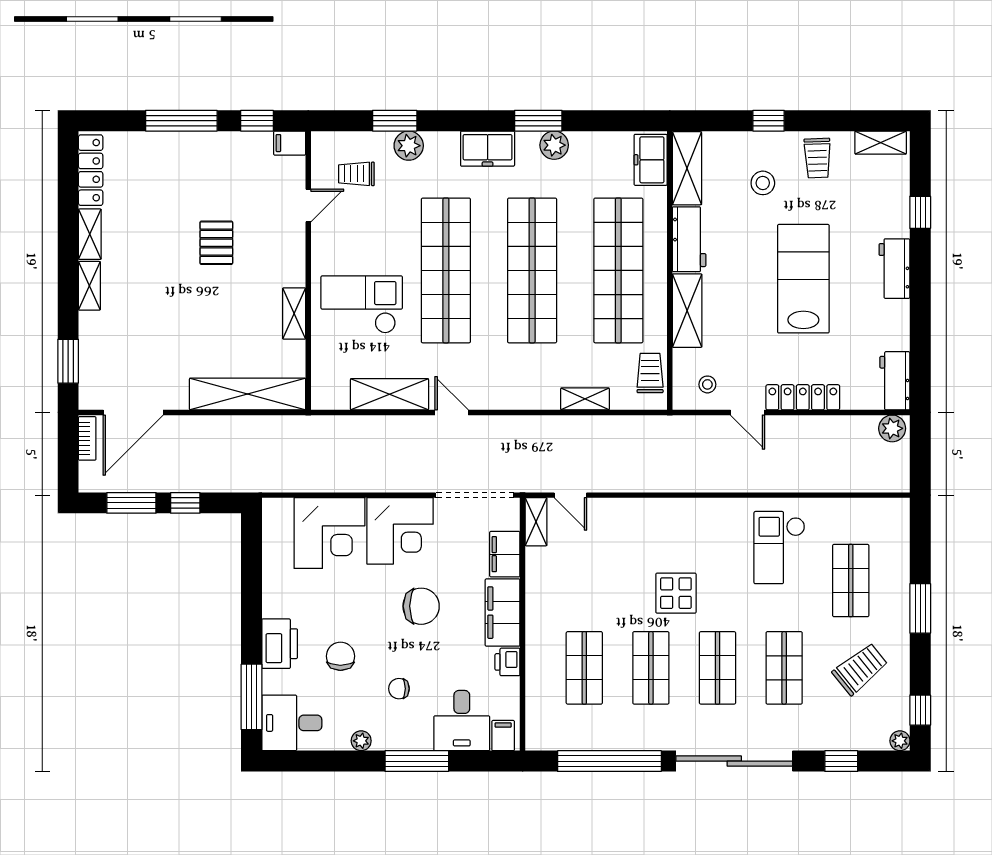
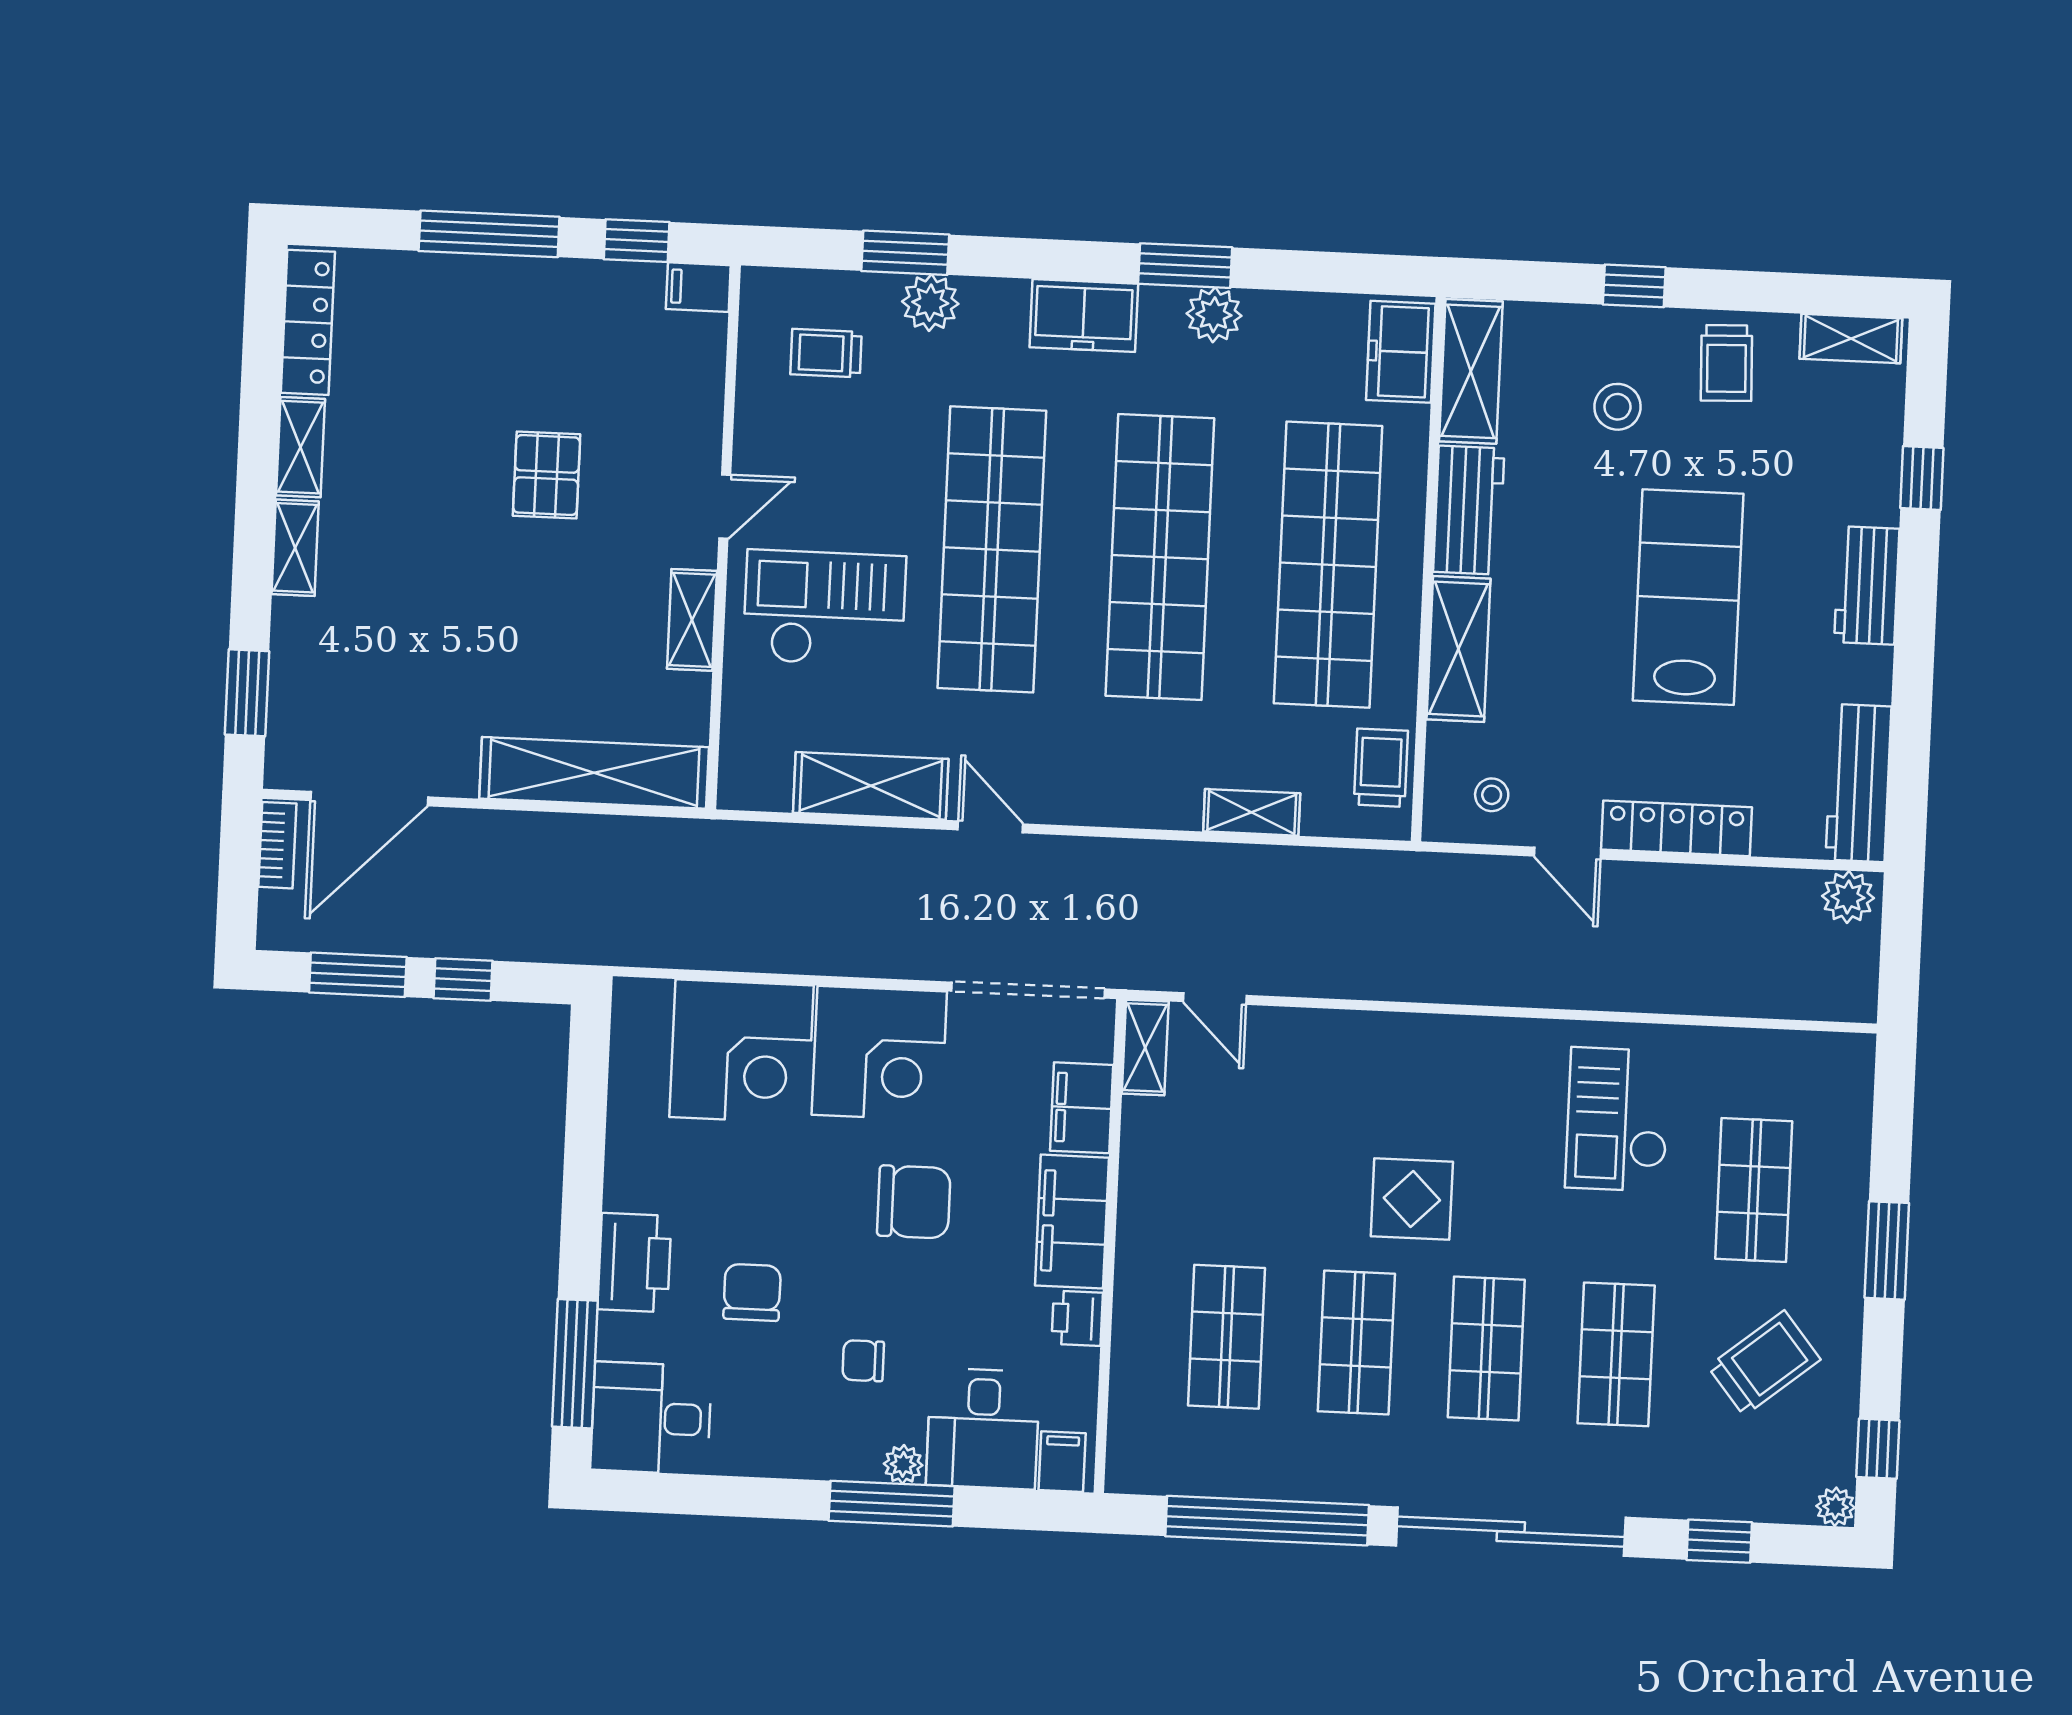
door: (308, 205) -> (725, 506), moved
workbench: (895, 381) -> (1859, 783), width x1.38
plant: (361, 741) -> (903, 1464), moved

